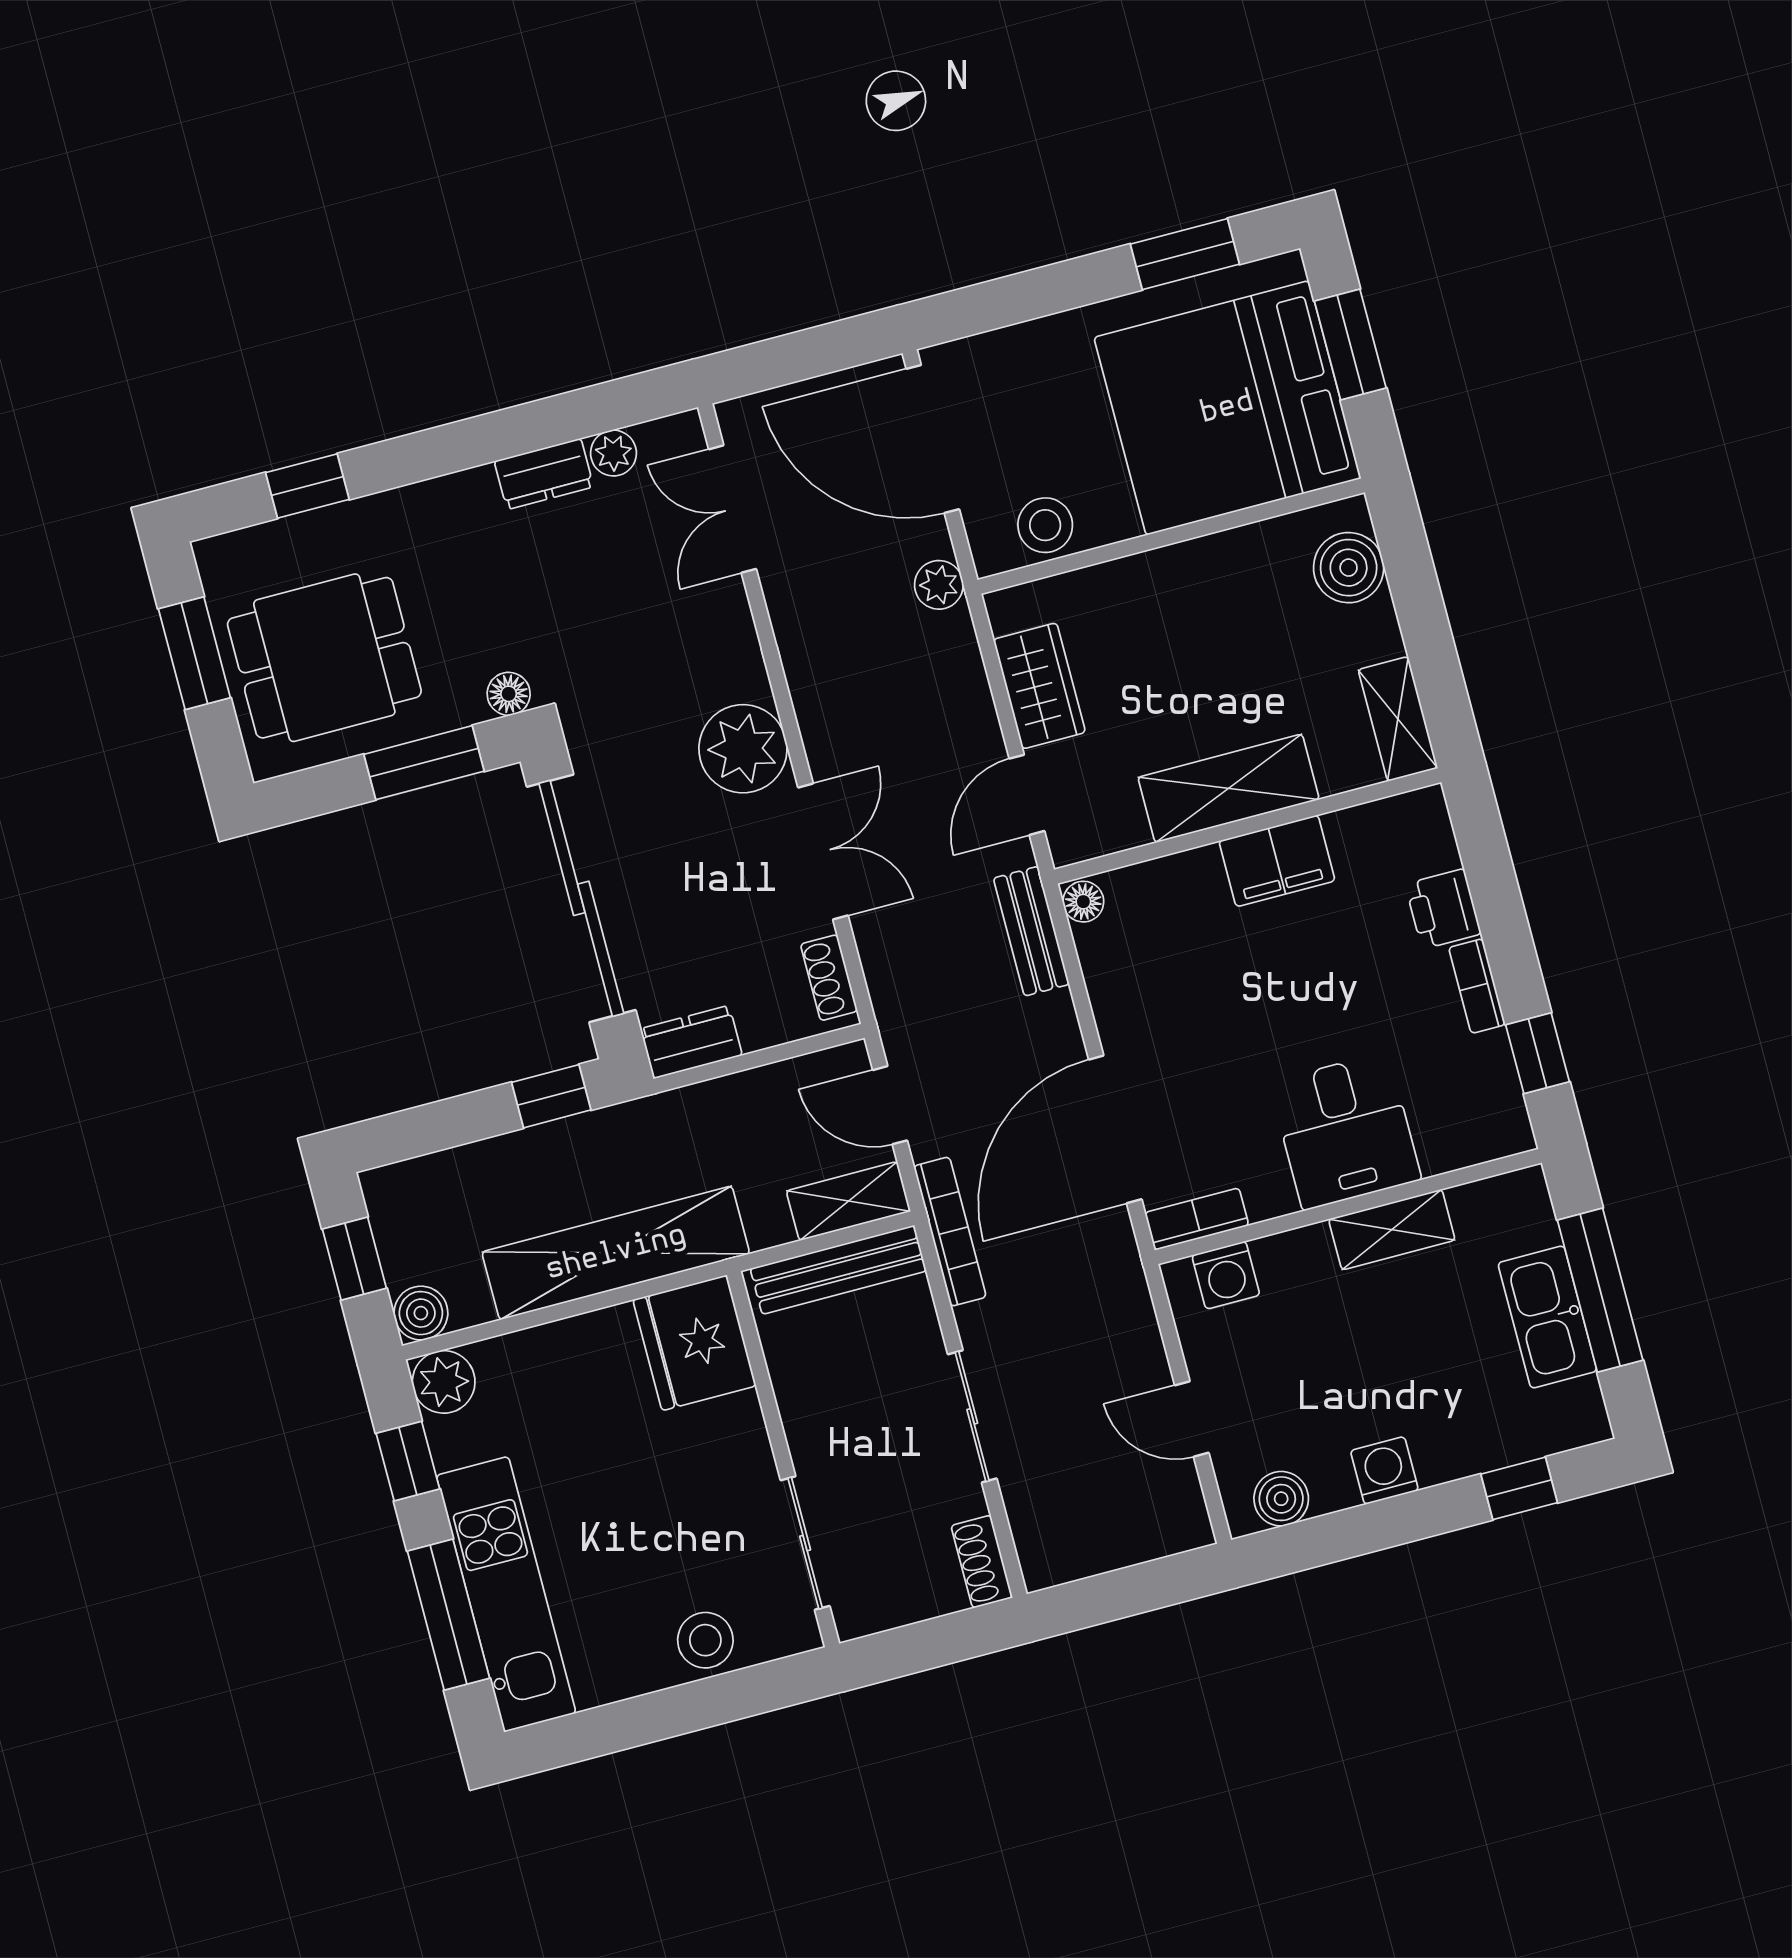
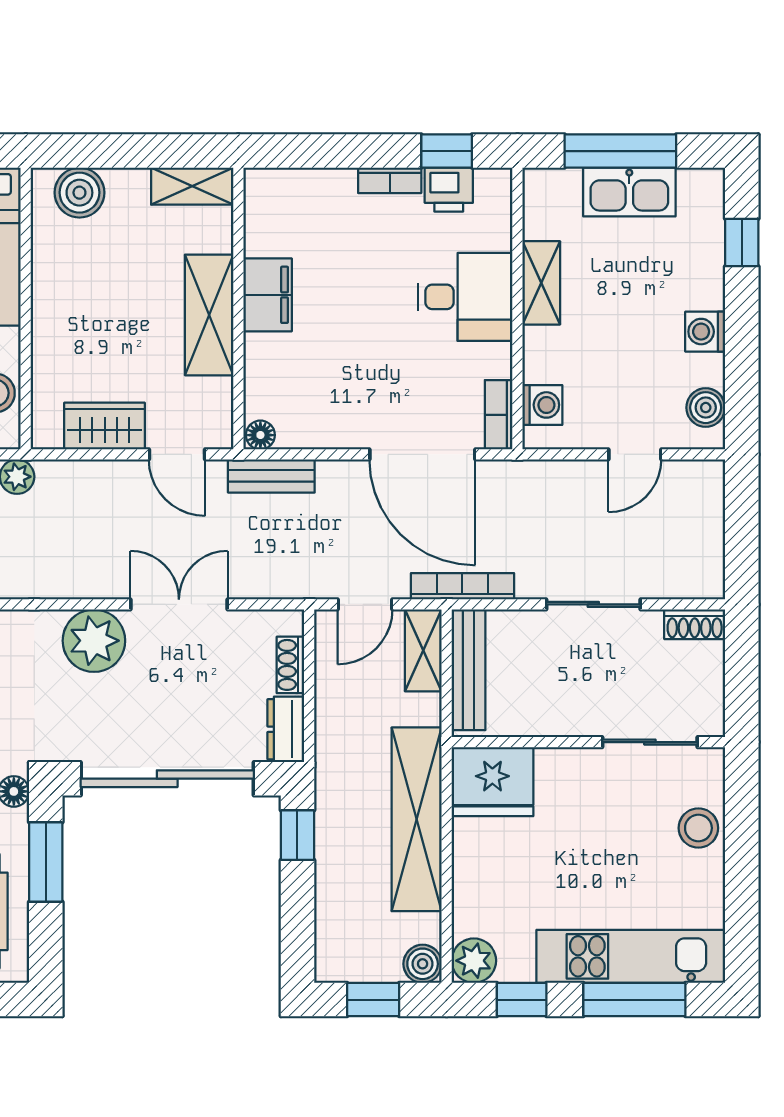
printer: (1443, 909) -> (449, 190), moved
shoe rack: (829, 978) -> (290, 665), moved, turned 90

